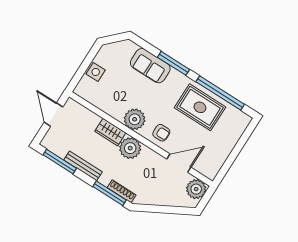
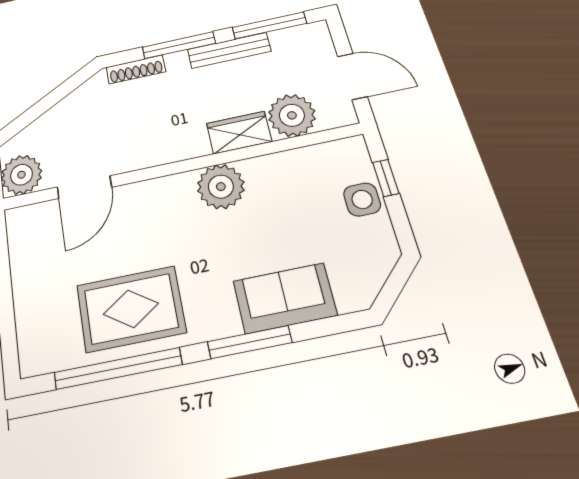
window: (81, 71) -> (386, 178), added
armchair: (161, 133) -> (157, 207), removed
plant: (130, 148) -> (292, 115), moved
window: (110, 193) -> (179, 45), moved

